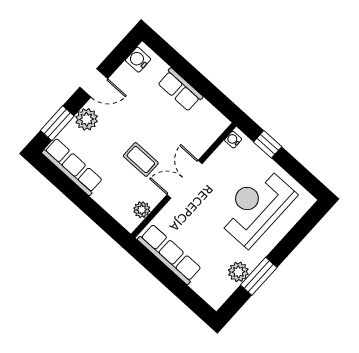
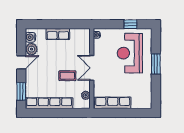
plant: (87, 119) -> (31, 49), moved
window: (268, 144) -> (130, 24), moved
row of seats: (72, 167) -> (49, 103), width x1.36
plant: (238, 272) -> (146, 85), removed
window: (259, 276) -> (156, 64), moved

